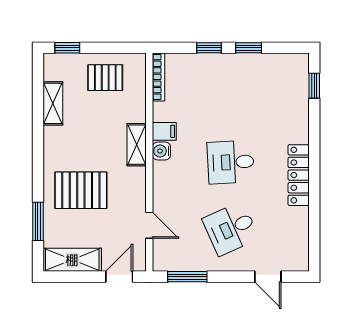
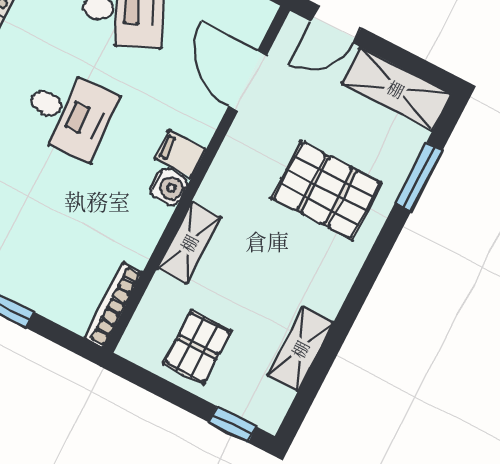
pallet: (105, 78) -> (198, 347), turned 90
filing cabinet: (164, 131) -> (180, 154), moved
shelving: (137, 145) -> (189, 243), moved
door: (149, 225) -> (248, 80), width x1.38

